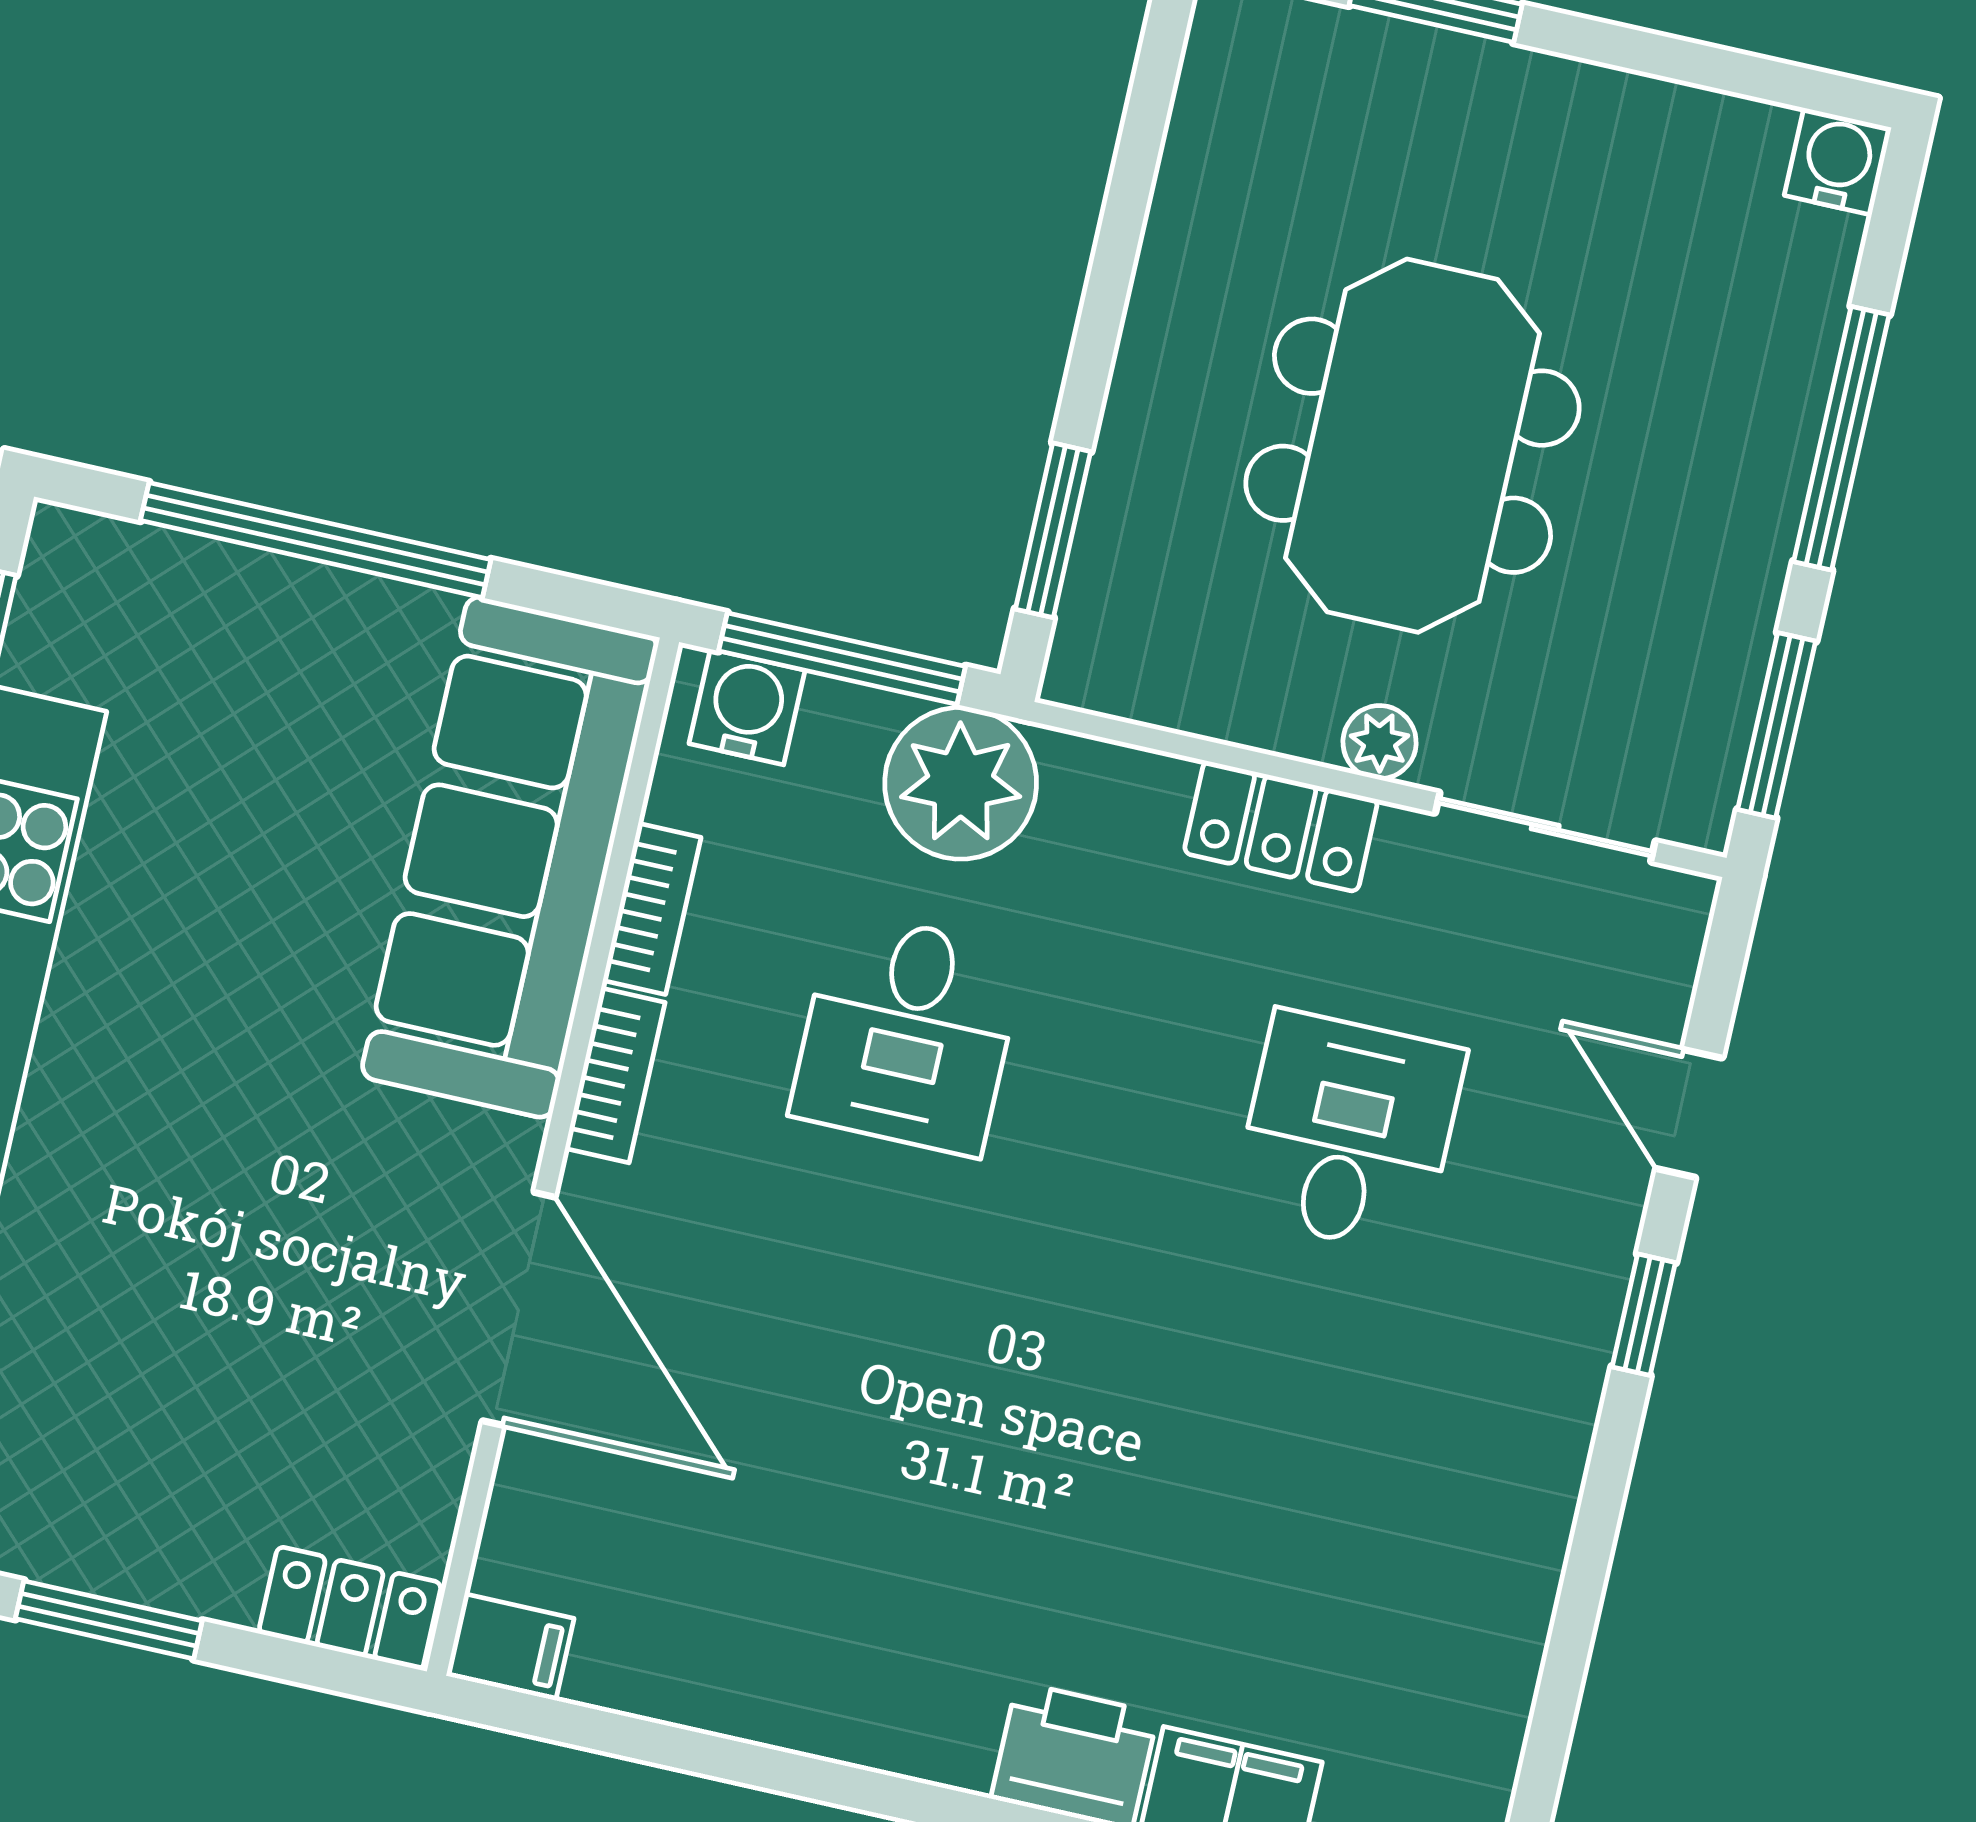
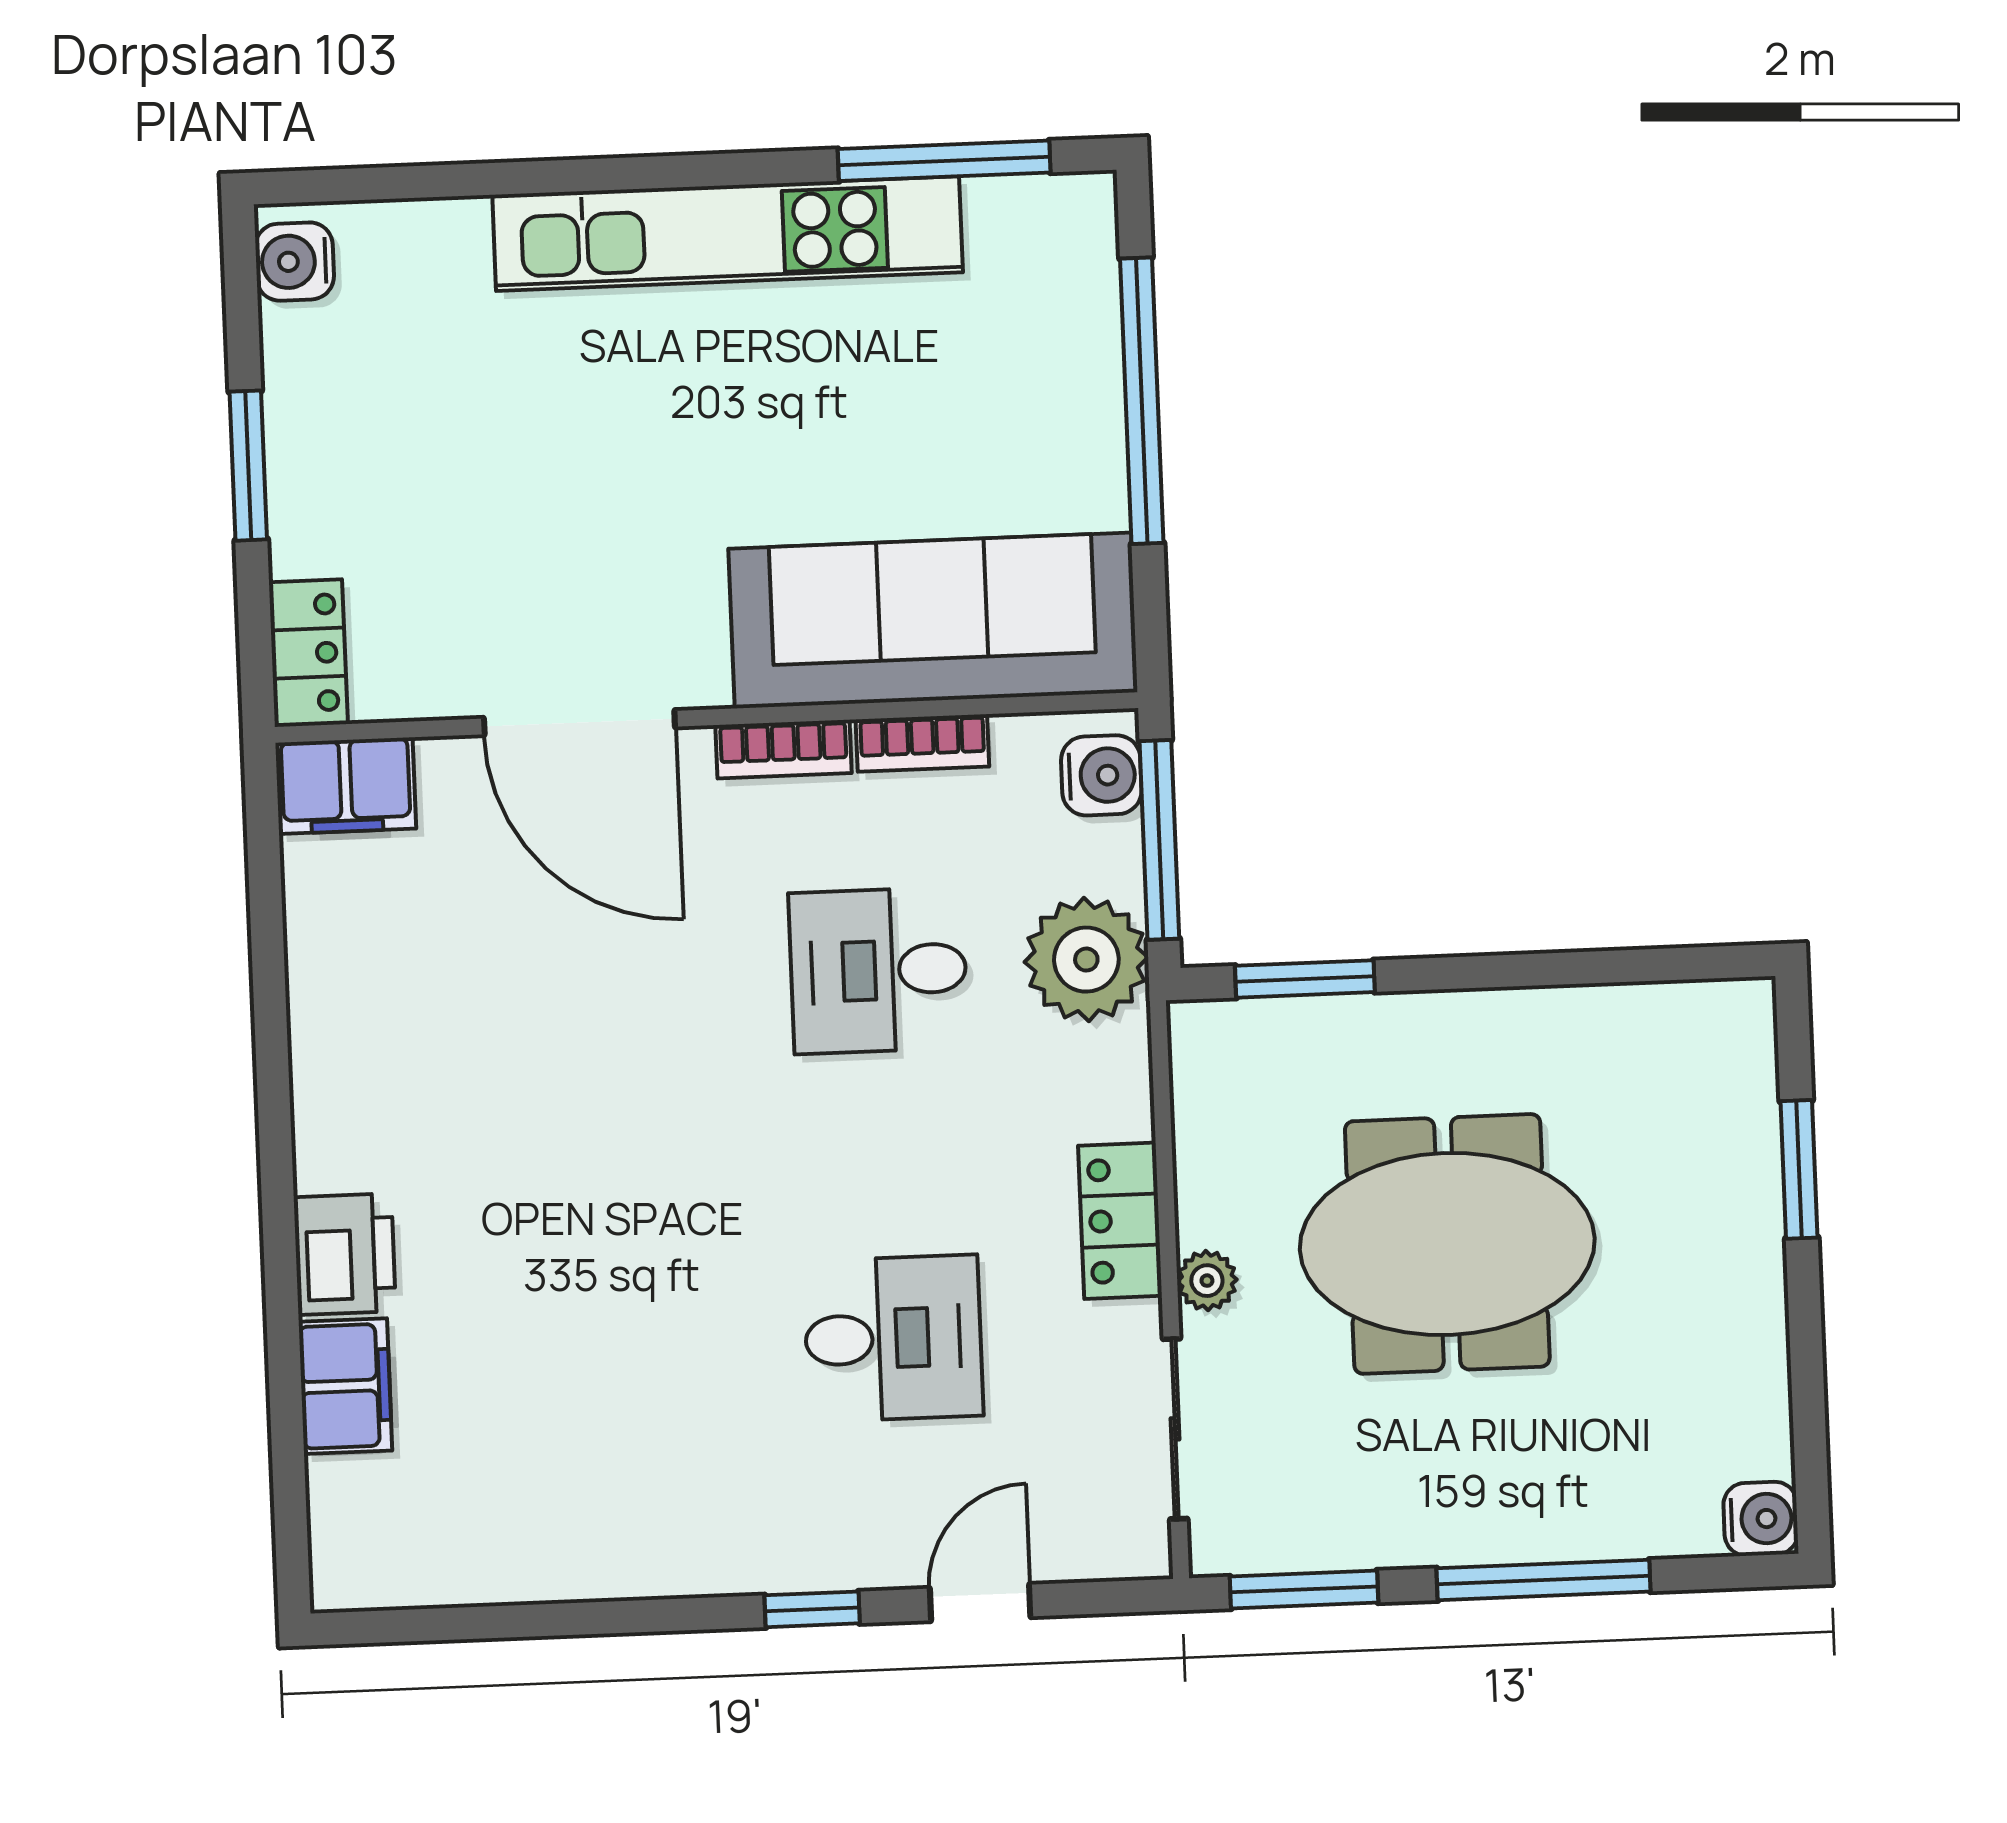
door: (519, 1309) -> (579, 723), hinge flipped
filing cabinet: (510, 1647) -> (346, 786), width x2.00

